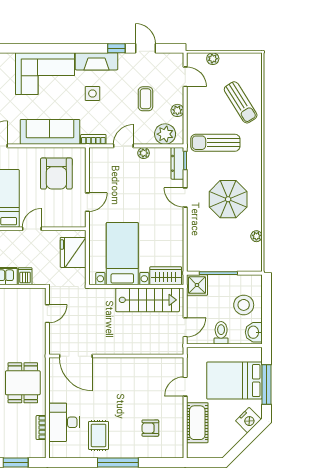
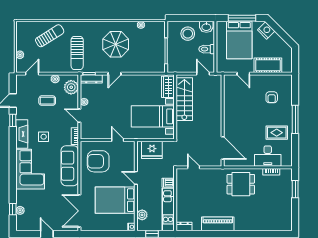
armchair: (56, 174) -> (98, 161), turned 180
shower: (197, 285) -> (174, 65), removed
door: (76, 356) -> (223, 148), hinge flipped

